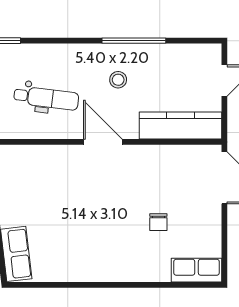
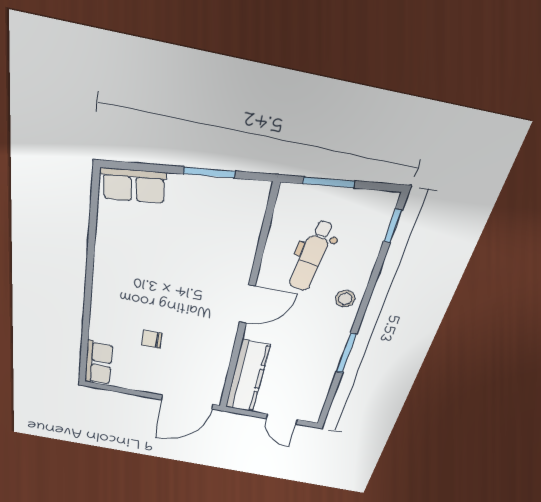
window: (134, 41) -> (346, 353), width x0.69
stool: (118, 80) -> (345, 299), moved

